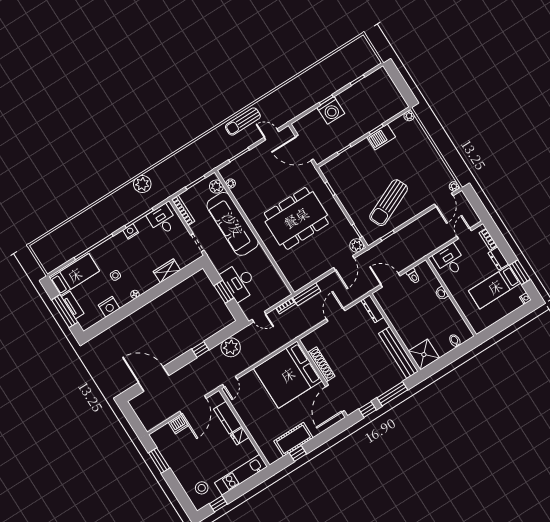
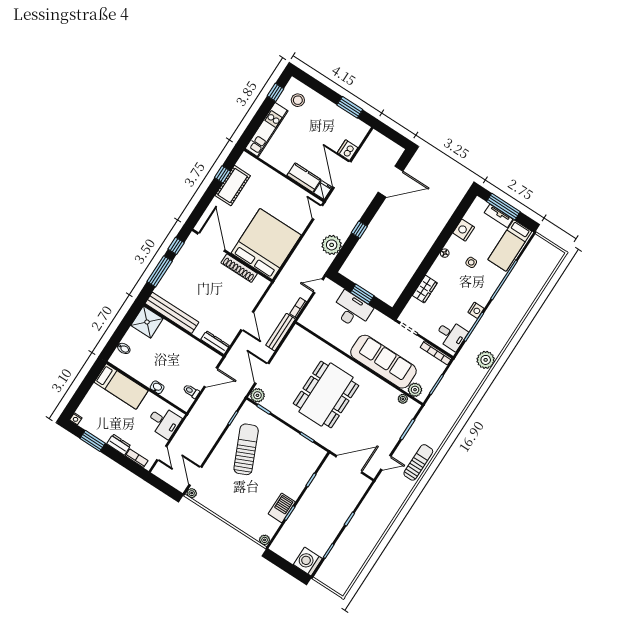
washing machine: (331, 110) -> (308, 562), moved
bed: (495, 287) -> (121, 386), moved, turned 90
bench: (307, 294) -> (281, 332), width x1.36
fridge: (240, 436) -> (323, 190), moved

